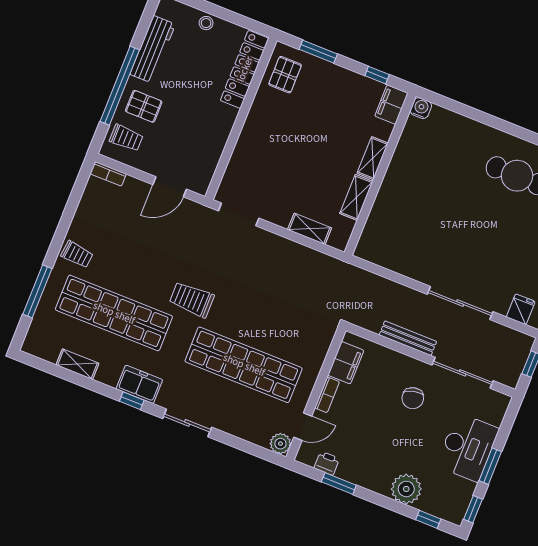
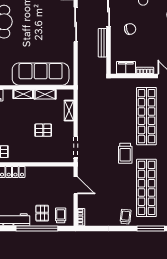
pallet: (293, 168) -> (43, 130), added
sofa: (396, 204) -> (41, 74), added

